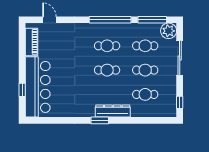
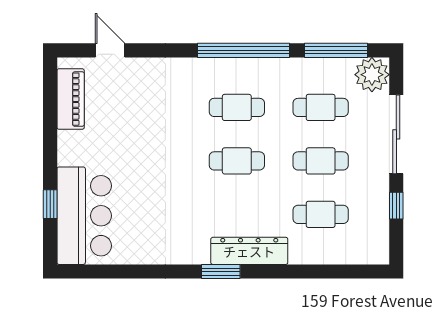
bar counter: (38, 87) -> (84, 216), width x0.73
window: (180, 102) -> (396, 206), moved

